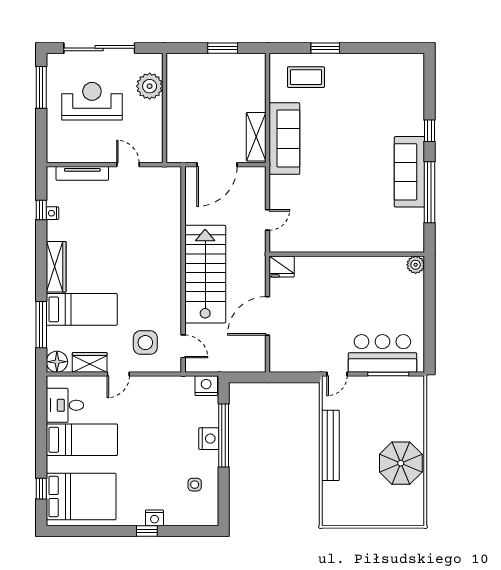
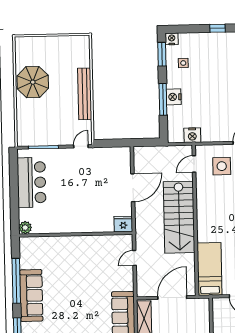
bed: (165, 202) -> (210, 269), added
door: (183, 346) -> (194, 164), hinge flipped
bar counter: (382, 353) -> (32, 182), moved, turned -90
nightstand: (206, 386) -> (192, 135), moved
window: (224, 436) -> (163, 99), width x0.68
window: (224, 497) -> (162, 54), added
nightstand: (154, 518) -> (172, 39), moved

